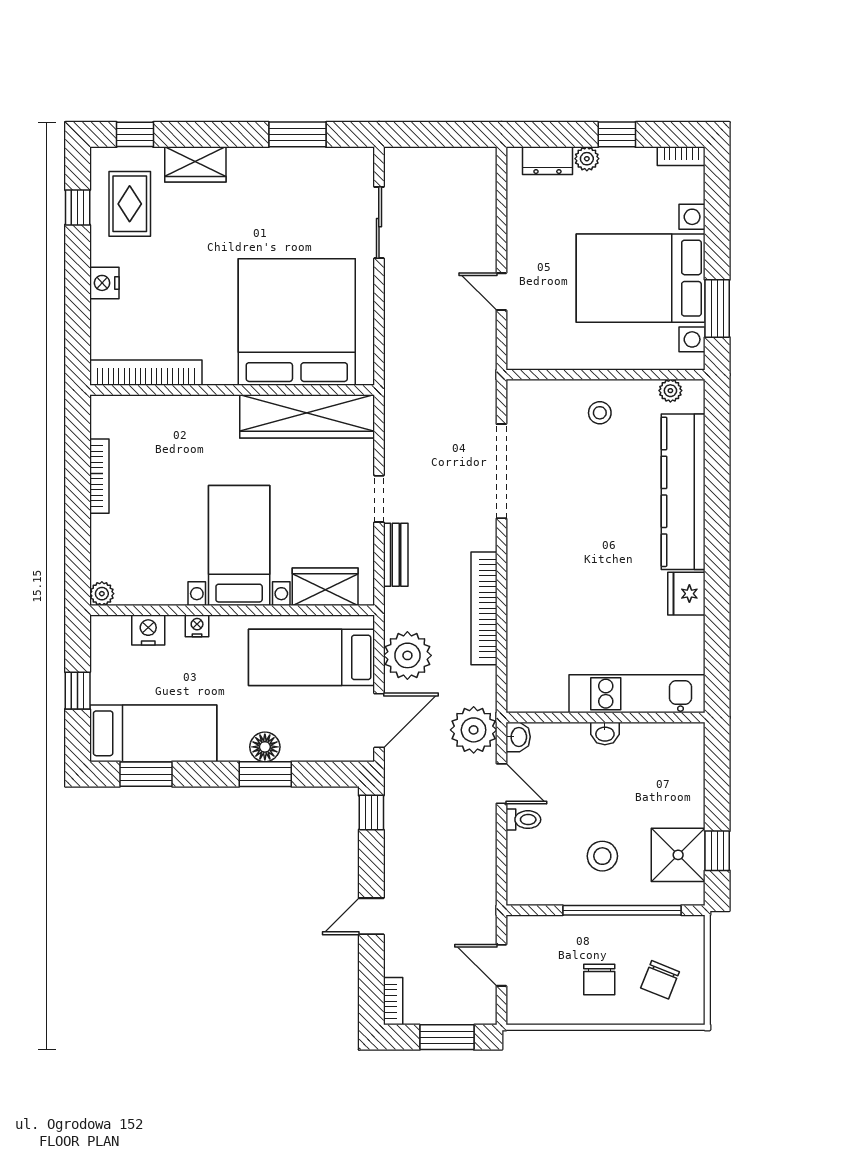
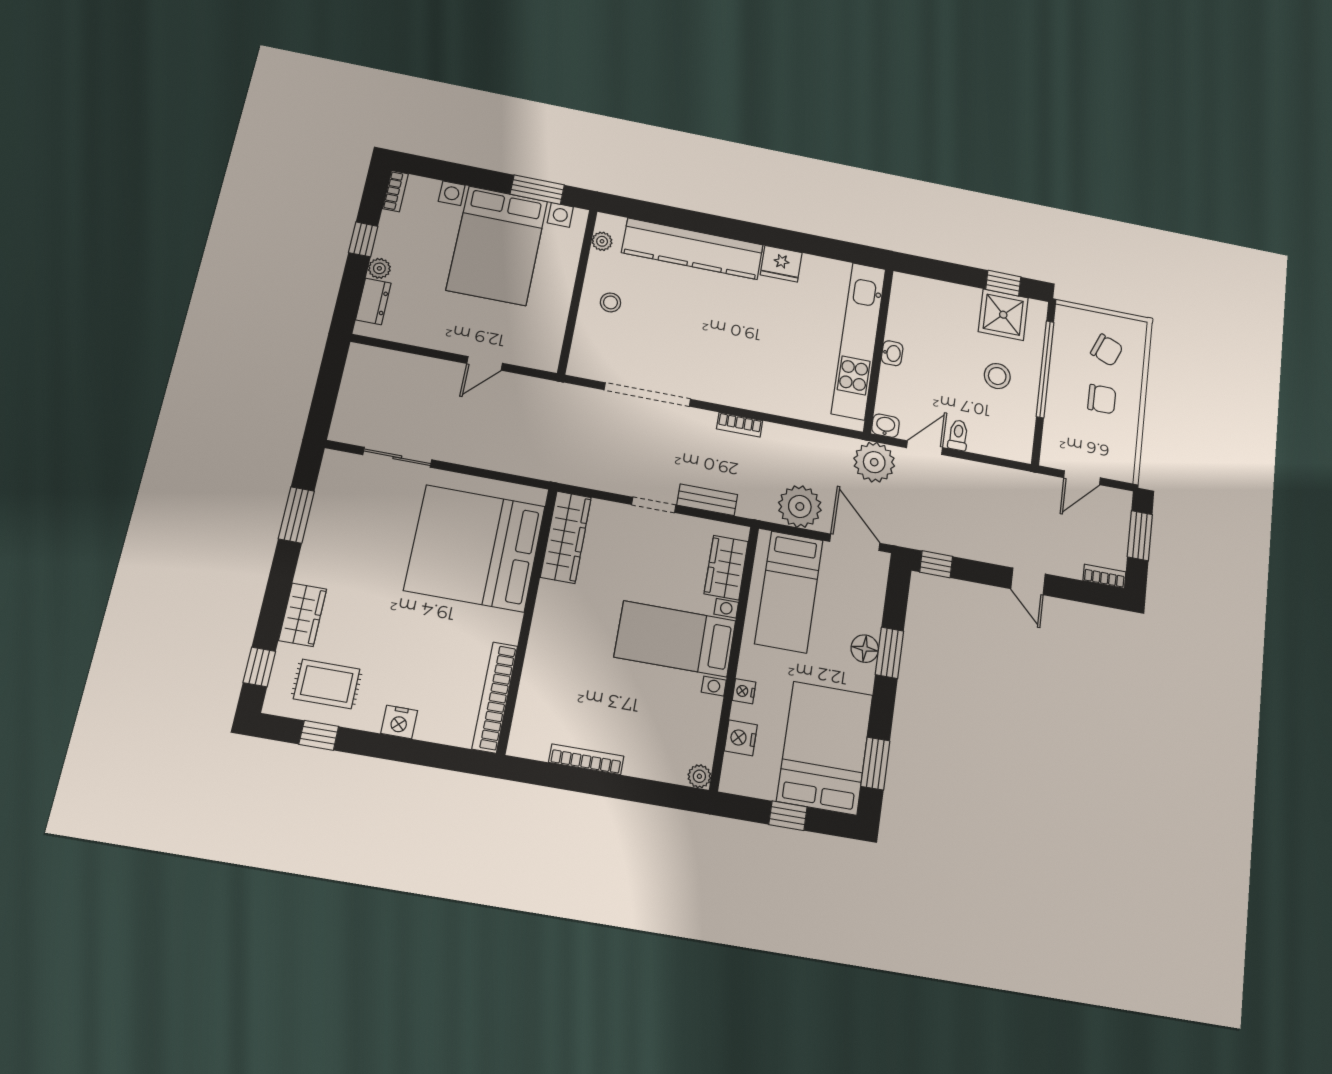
wardrobe: (307, 416) -> (566, 537), width x0.71, depth x0.85
bookcase: (484, 608) -> (740, 425), width x0.43, depth x0.76
kitchen unit: (637, 694) -> (859, 341), width x1.36
bed: (153, 733) -> (825, 748), width x1.50

